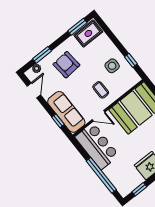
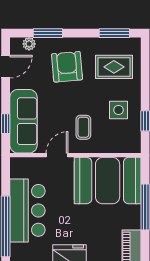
rug: (88, 33) -> (114, 67), moved
door: (99, 116) -> (57, 155), swing flipped
bar counter: (97, 146) -> (27, 210), moved

